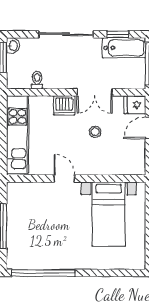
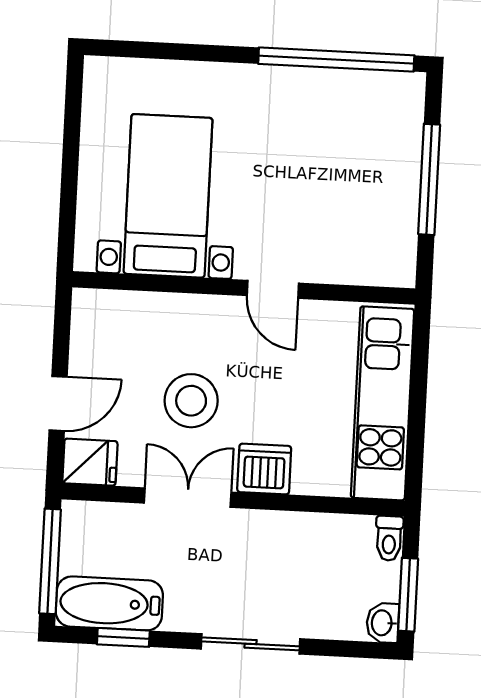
sliding door: (66, 34) -> (251, 644), width x0.73
toilet: (37, 80) -> (389, 538), moved
stool: (95, 132) -> (191, 401), width x1.89, depth x1.89

